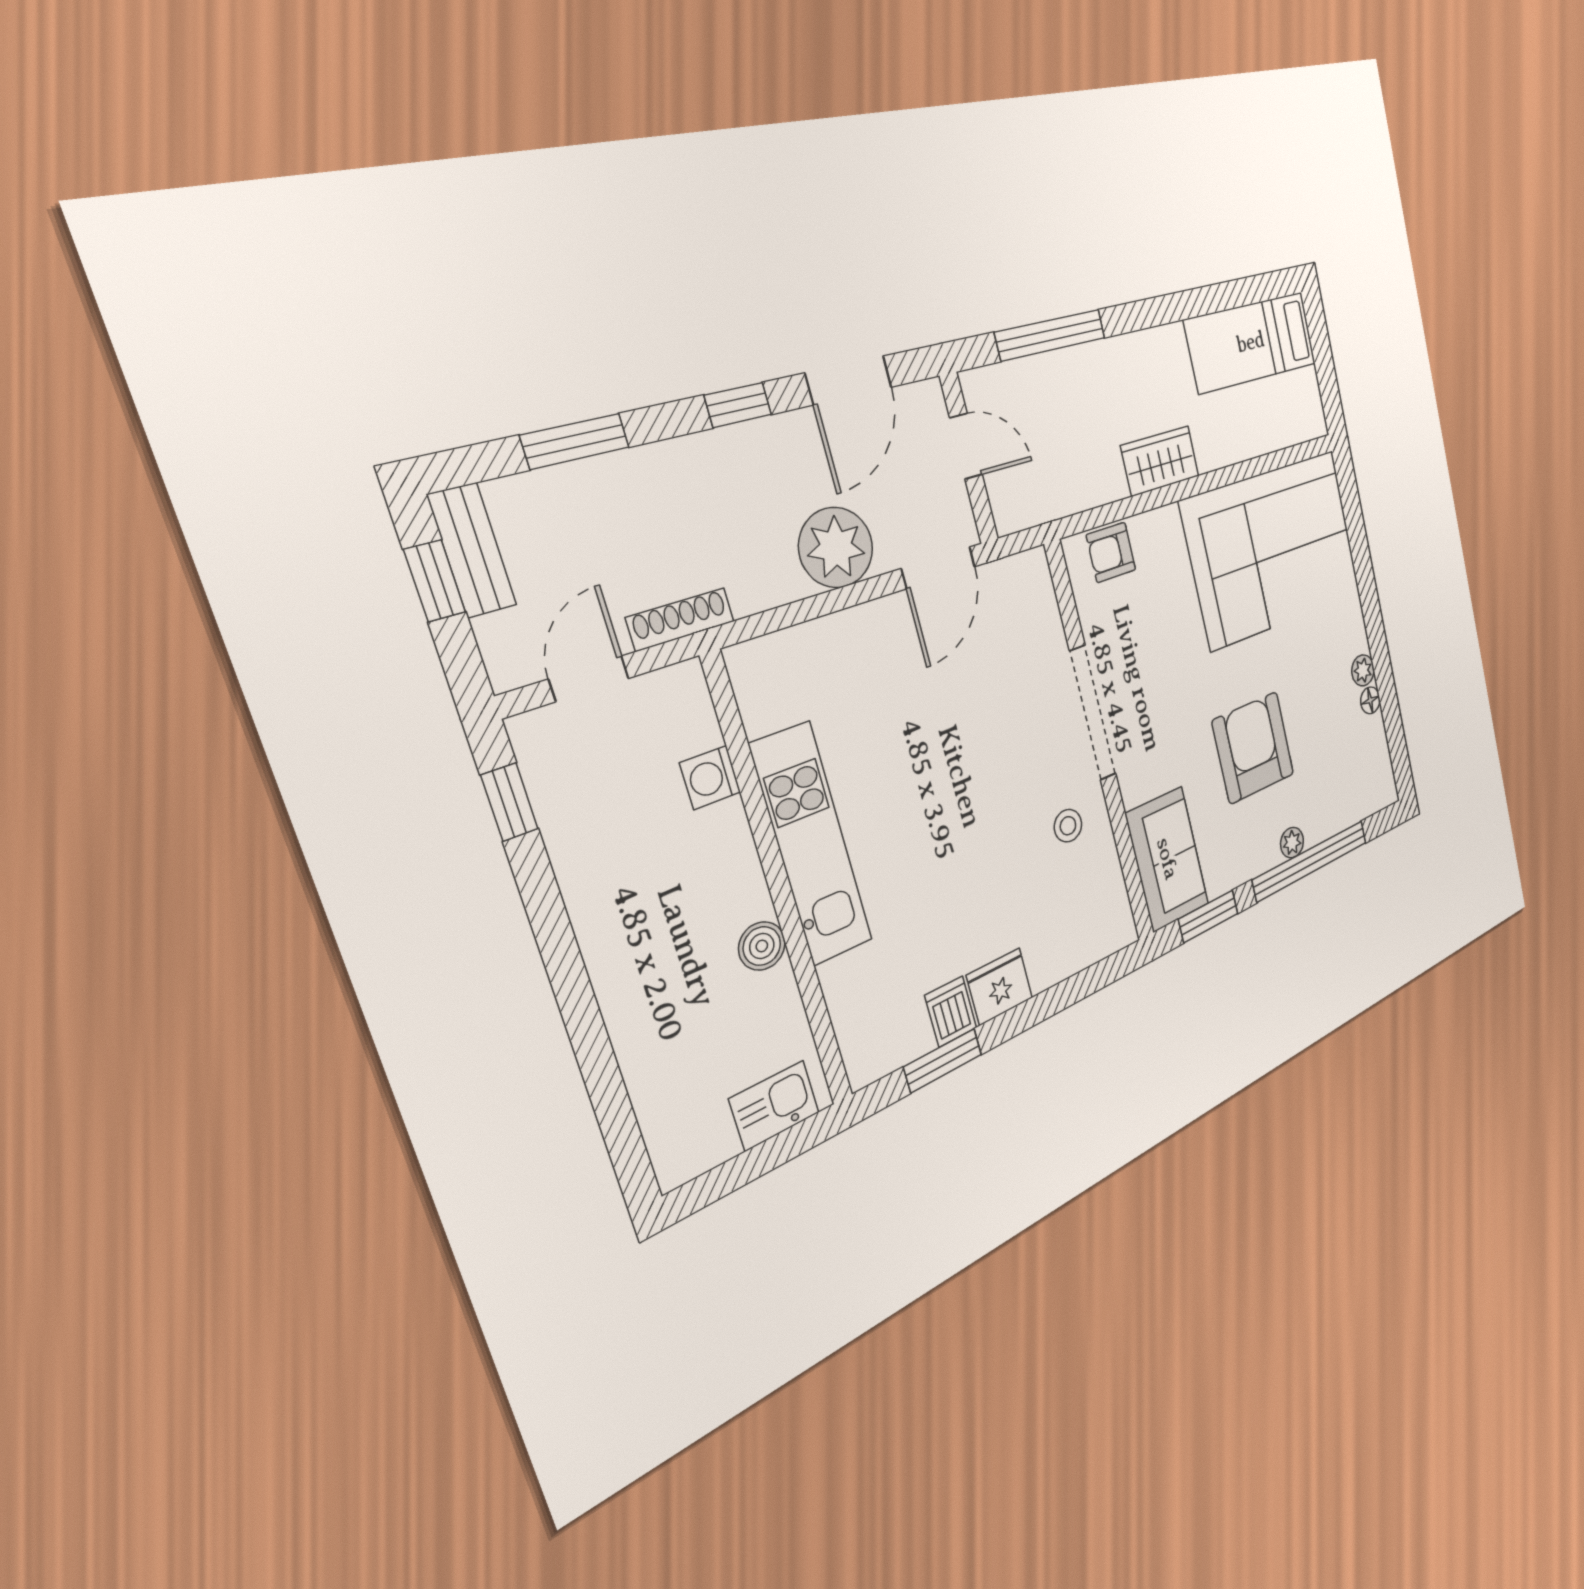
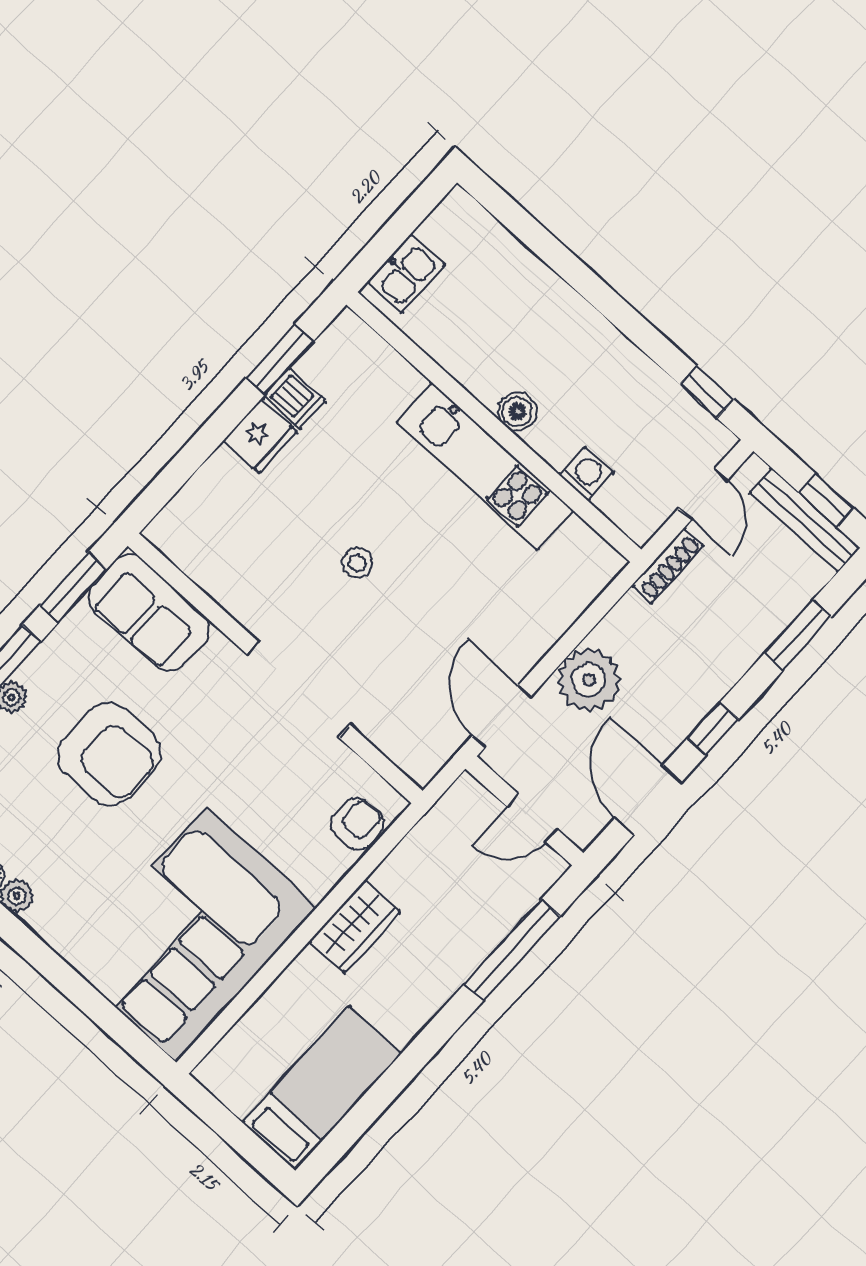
bench: (472, 550) -> (805, 520), width x1.36
stool: (1068, 826) -> (357, 563), moved
boiler: (762, 946) -> (517, 412), moved

